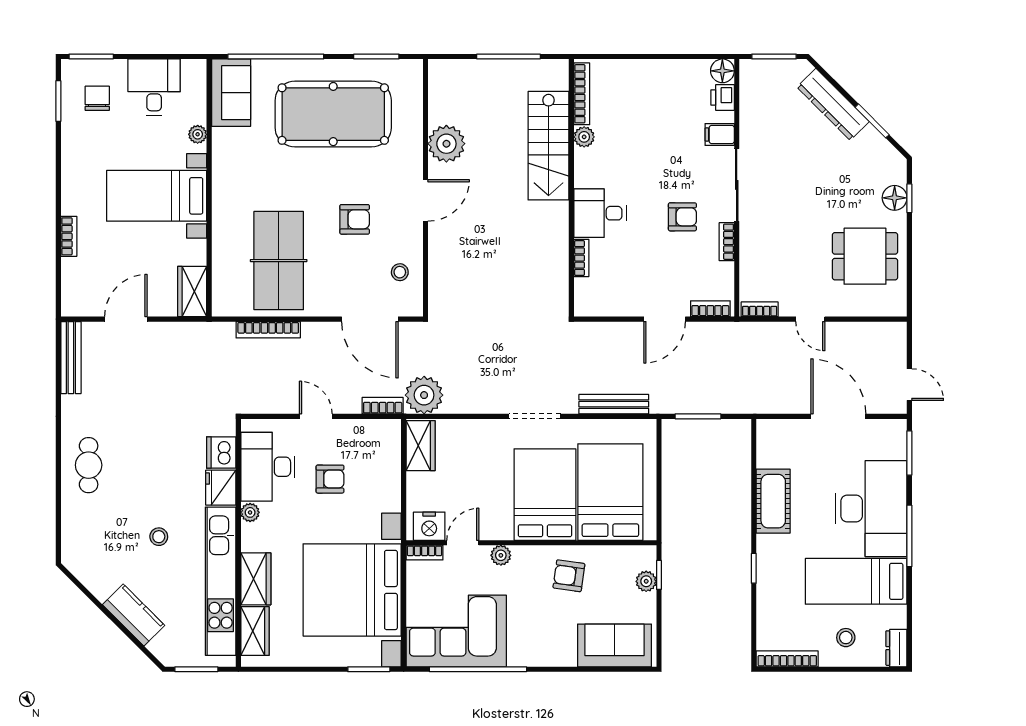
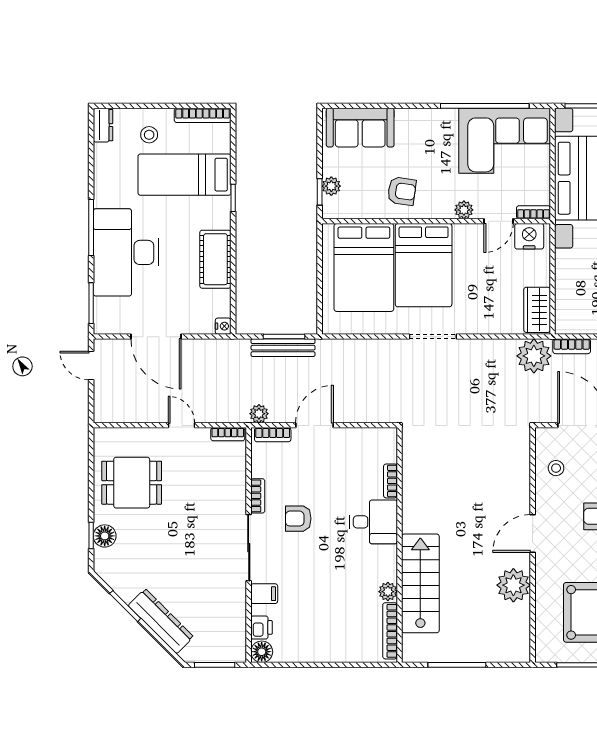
plant: (725, 332) -> (259, 414), added
bench: (614, 404) -> (283, 348), moved
nightstand: (765, 428) -> (223, 326), added
bed: (856, 581) -> (185, 175), moved, turned 180

